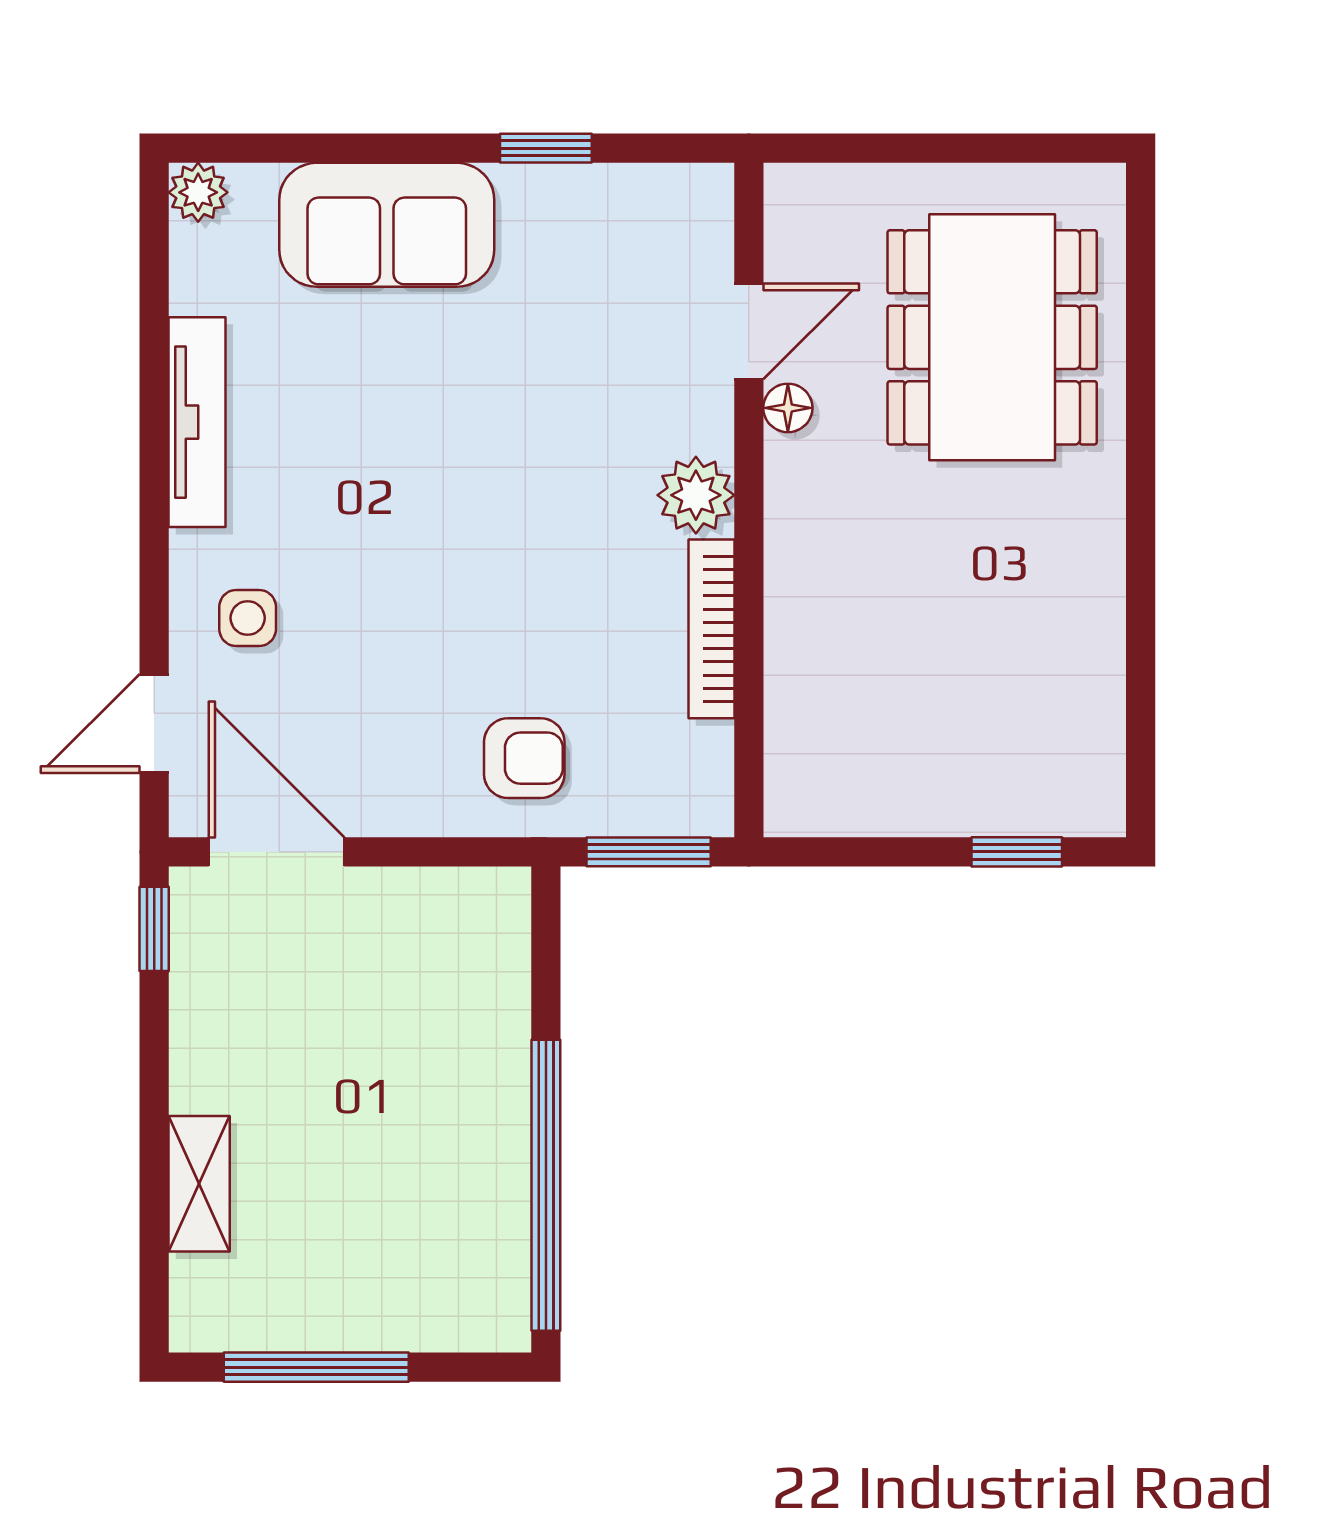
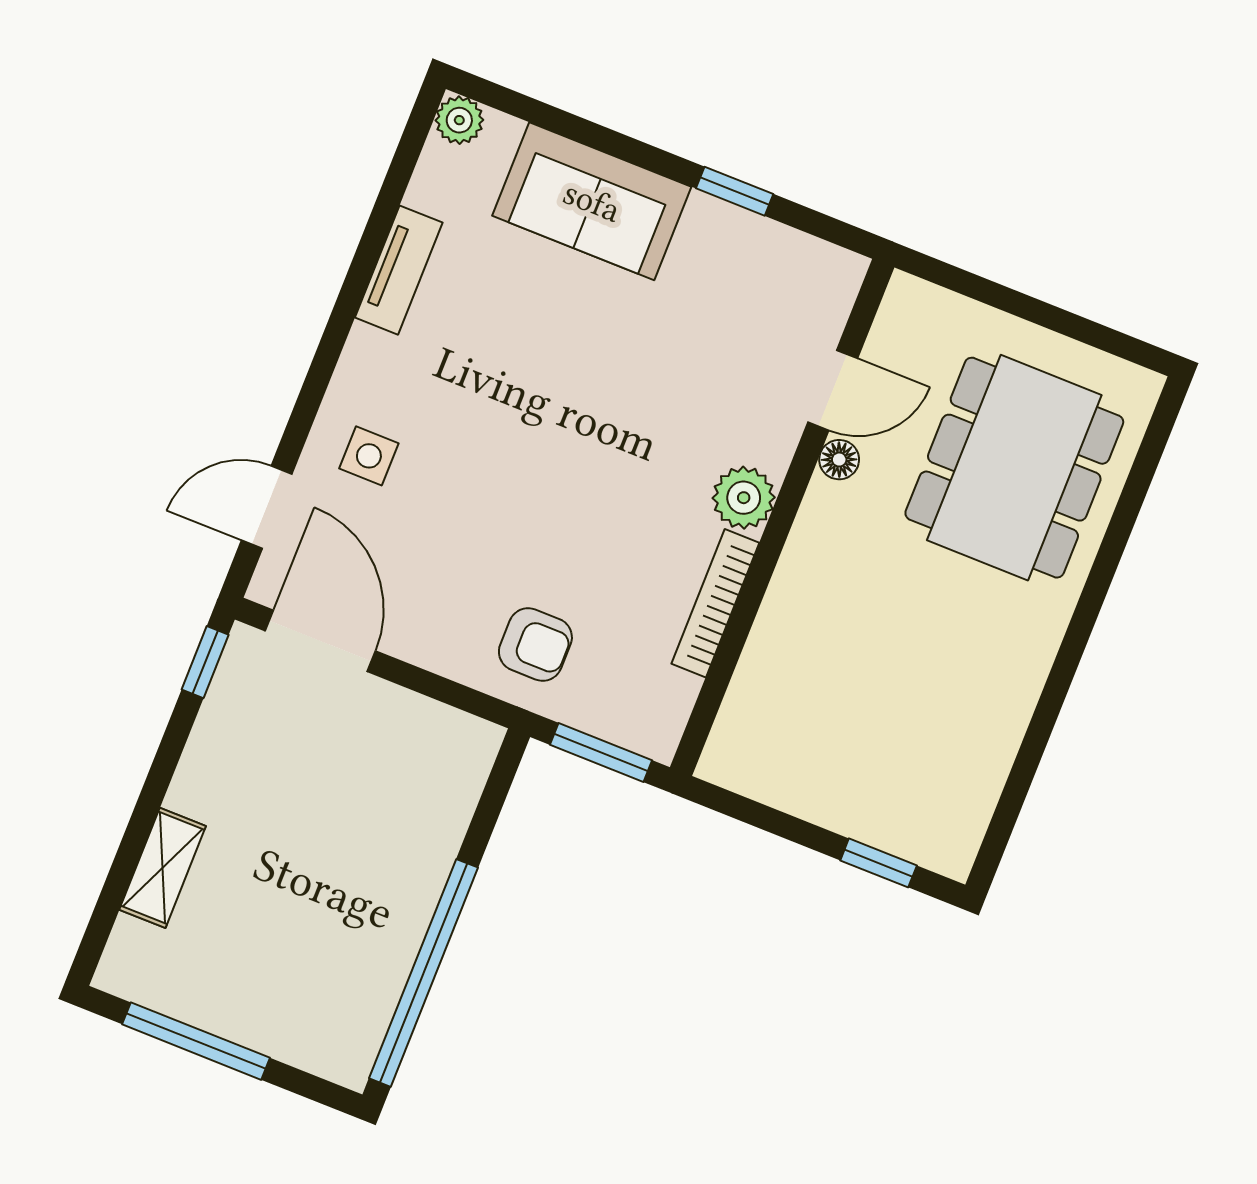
tv unit: (197, 422) -> (399, 270), width x0.71

